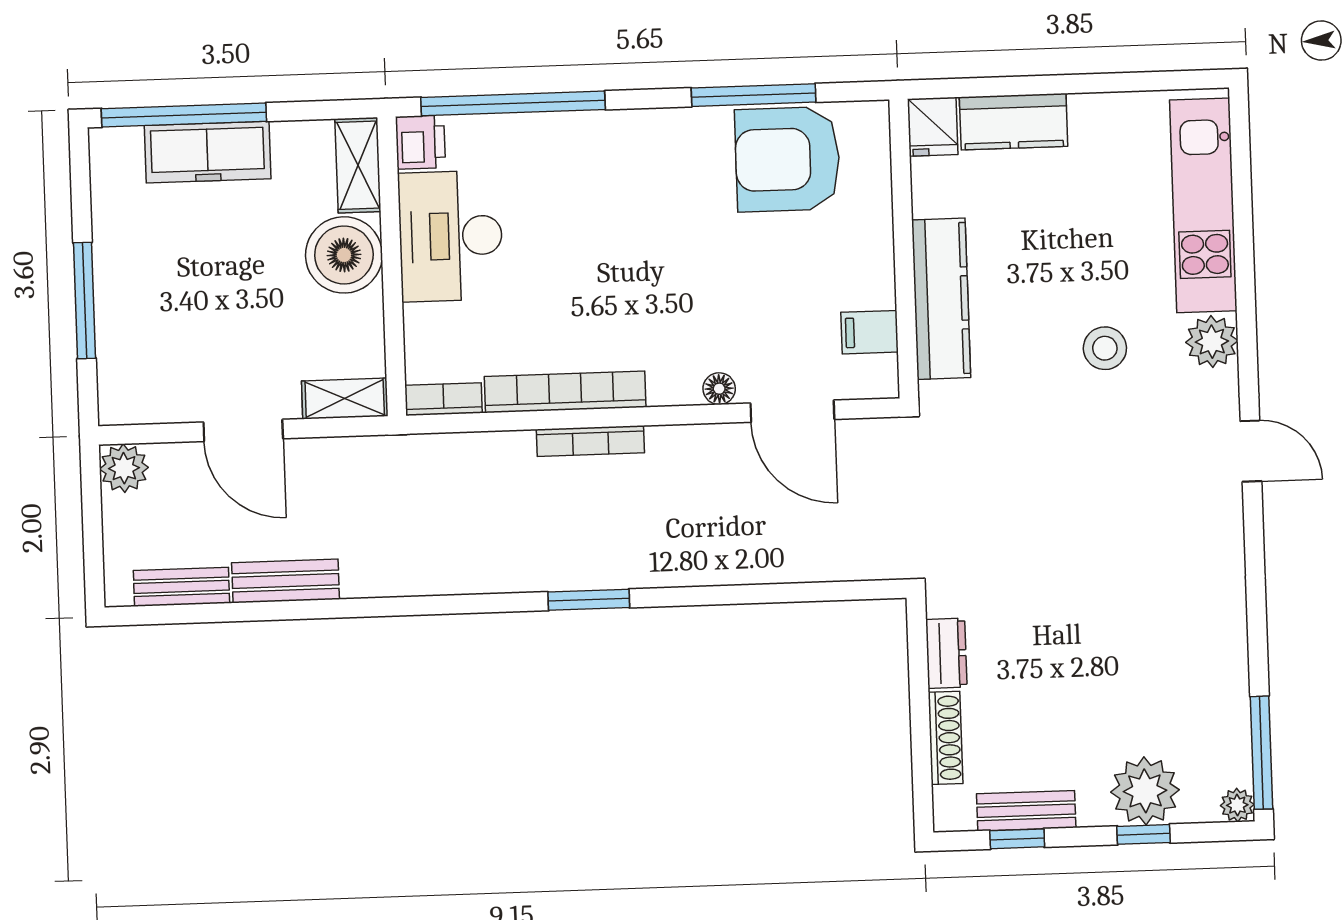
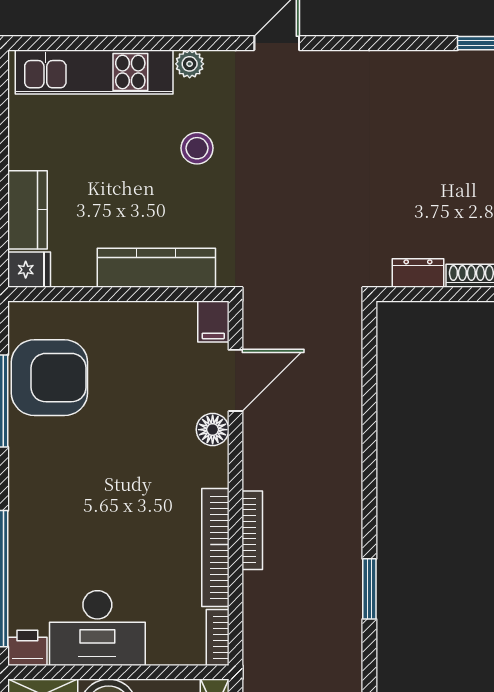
armchair: (787, 159) -> (49, 378), turned -90
filing cabinet: (870, 332) -> (213, 321), moved
plant: (1212, 342) -> (190, 64), width x0.73, depth x0.73
floor lamp: (719, 389) -> (213, 430), width x1.37, depth x1.37
window: (589, 600) -> (369, 589), moved

